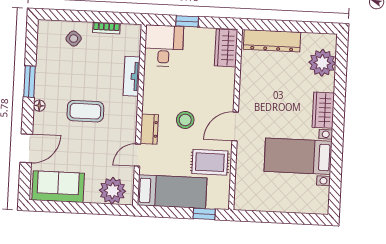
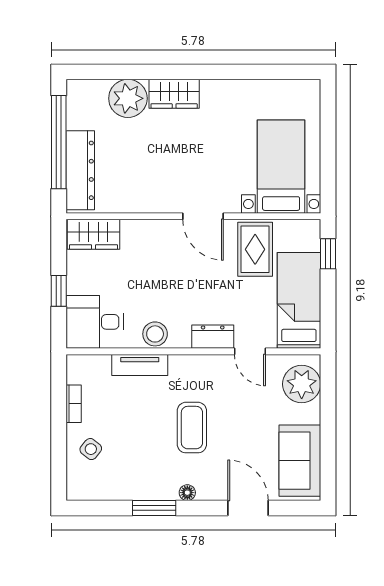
window: (293, 26) -> (59, 142), added
plant: (322, 63) -> (128, 98), moved
stool: (185, 120) -> (155, 334), moved
bed with nightstands: (298, 156) -> (281, 167), moved, turned 180

